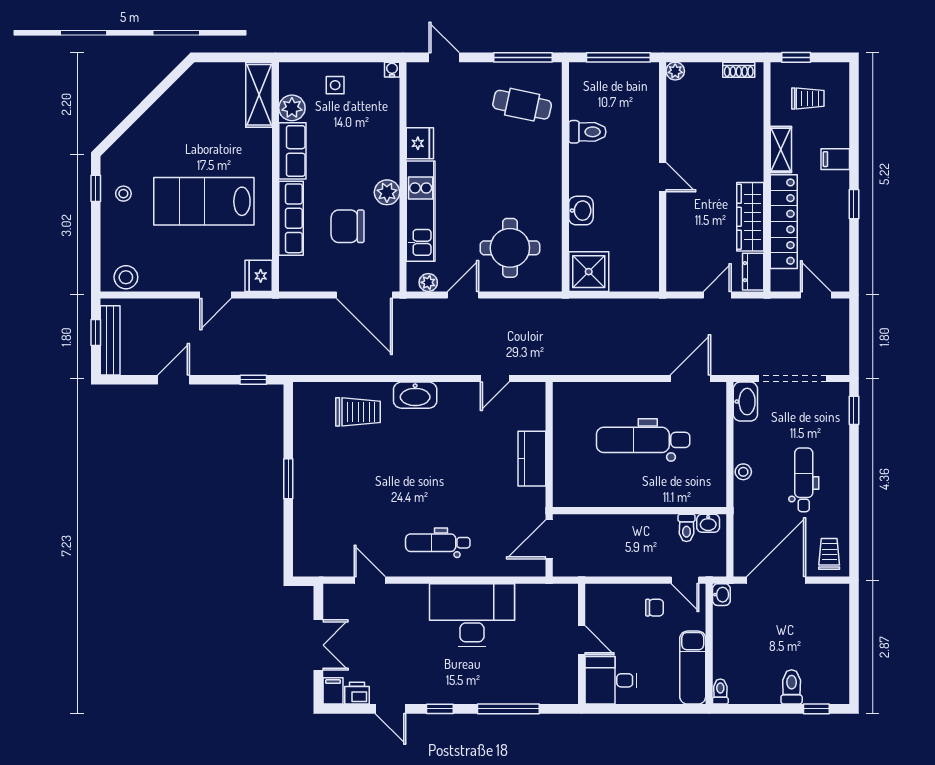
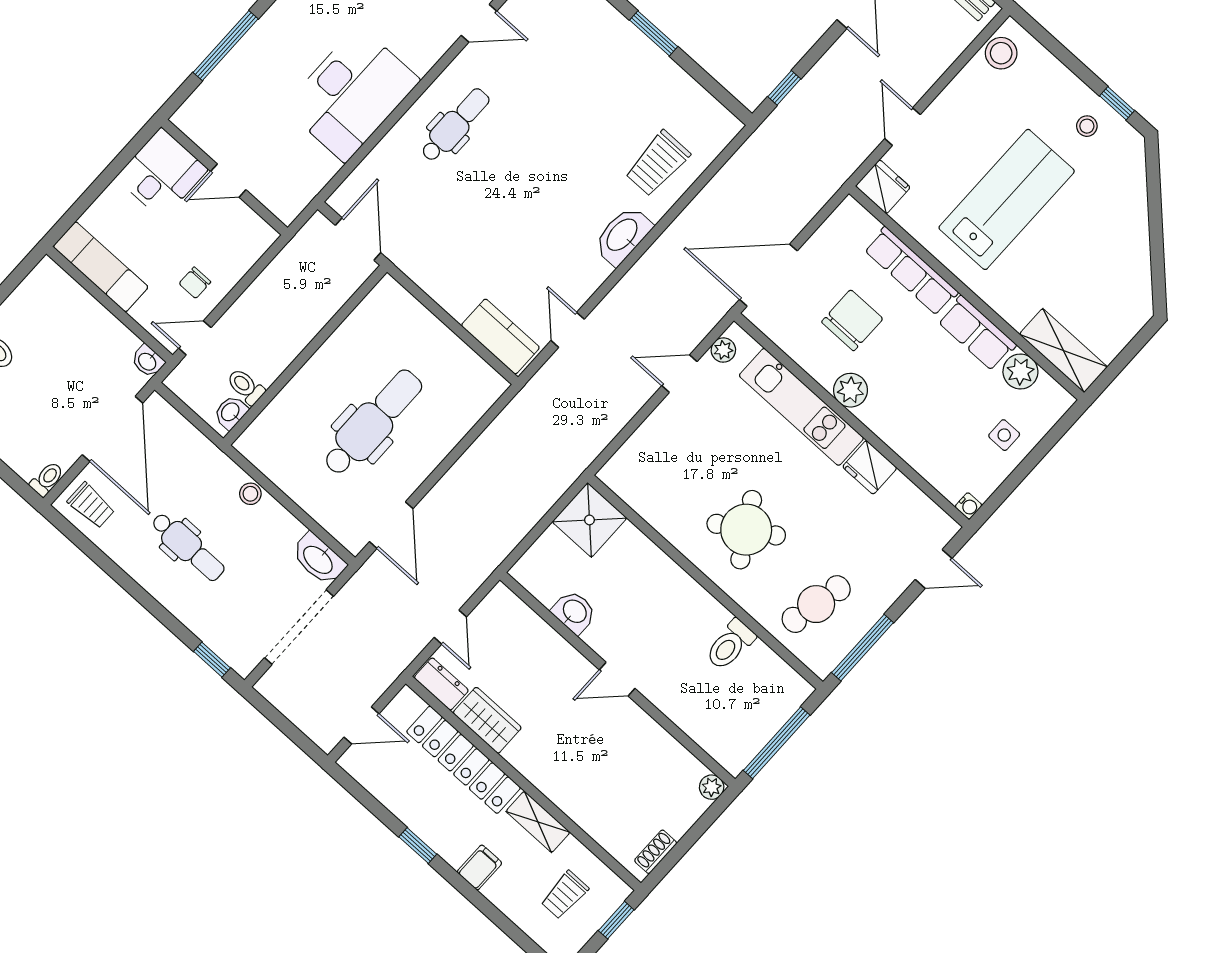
washbasin: (581, 211) -> (574, 612), moved, turned 180
wardrobe: (750, 217) -> (487, 720), width x0.67
round table: (510, 248) -> (746, 530), moved, turned -31
door: (463, 295) -> (679, 374), swing flipped
kitchen counter: (532, 459) -> (500, 336), moved
toilet: (720, 692) -> (47, 479), moved, turned -90

